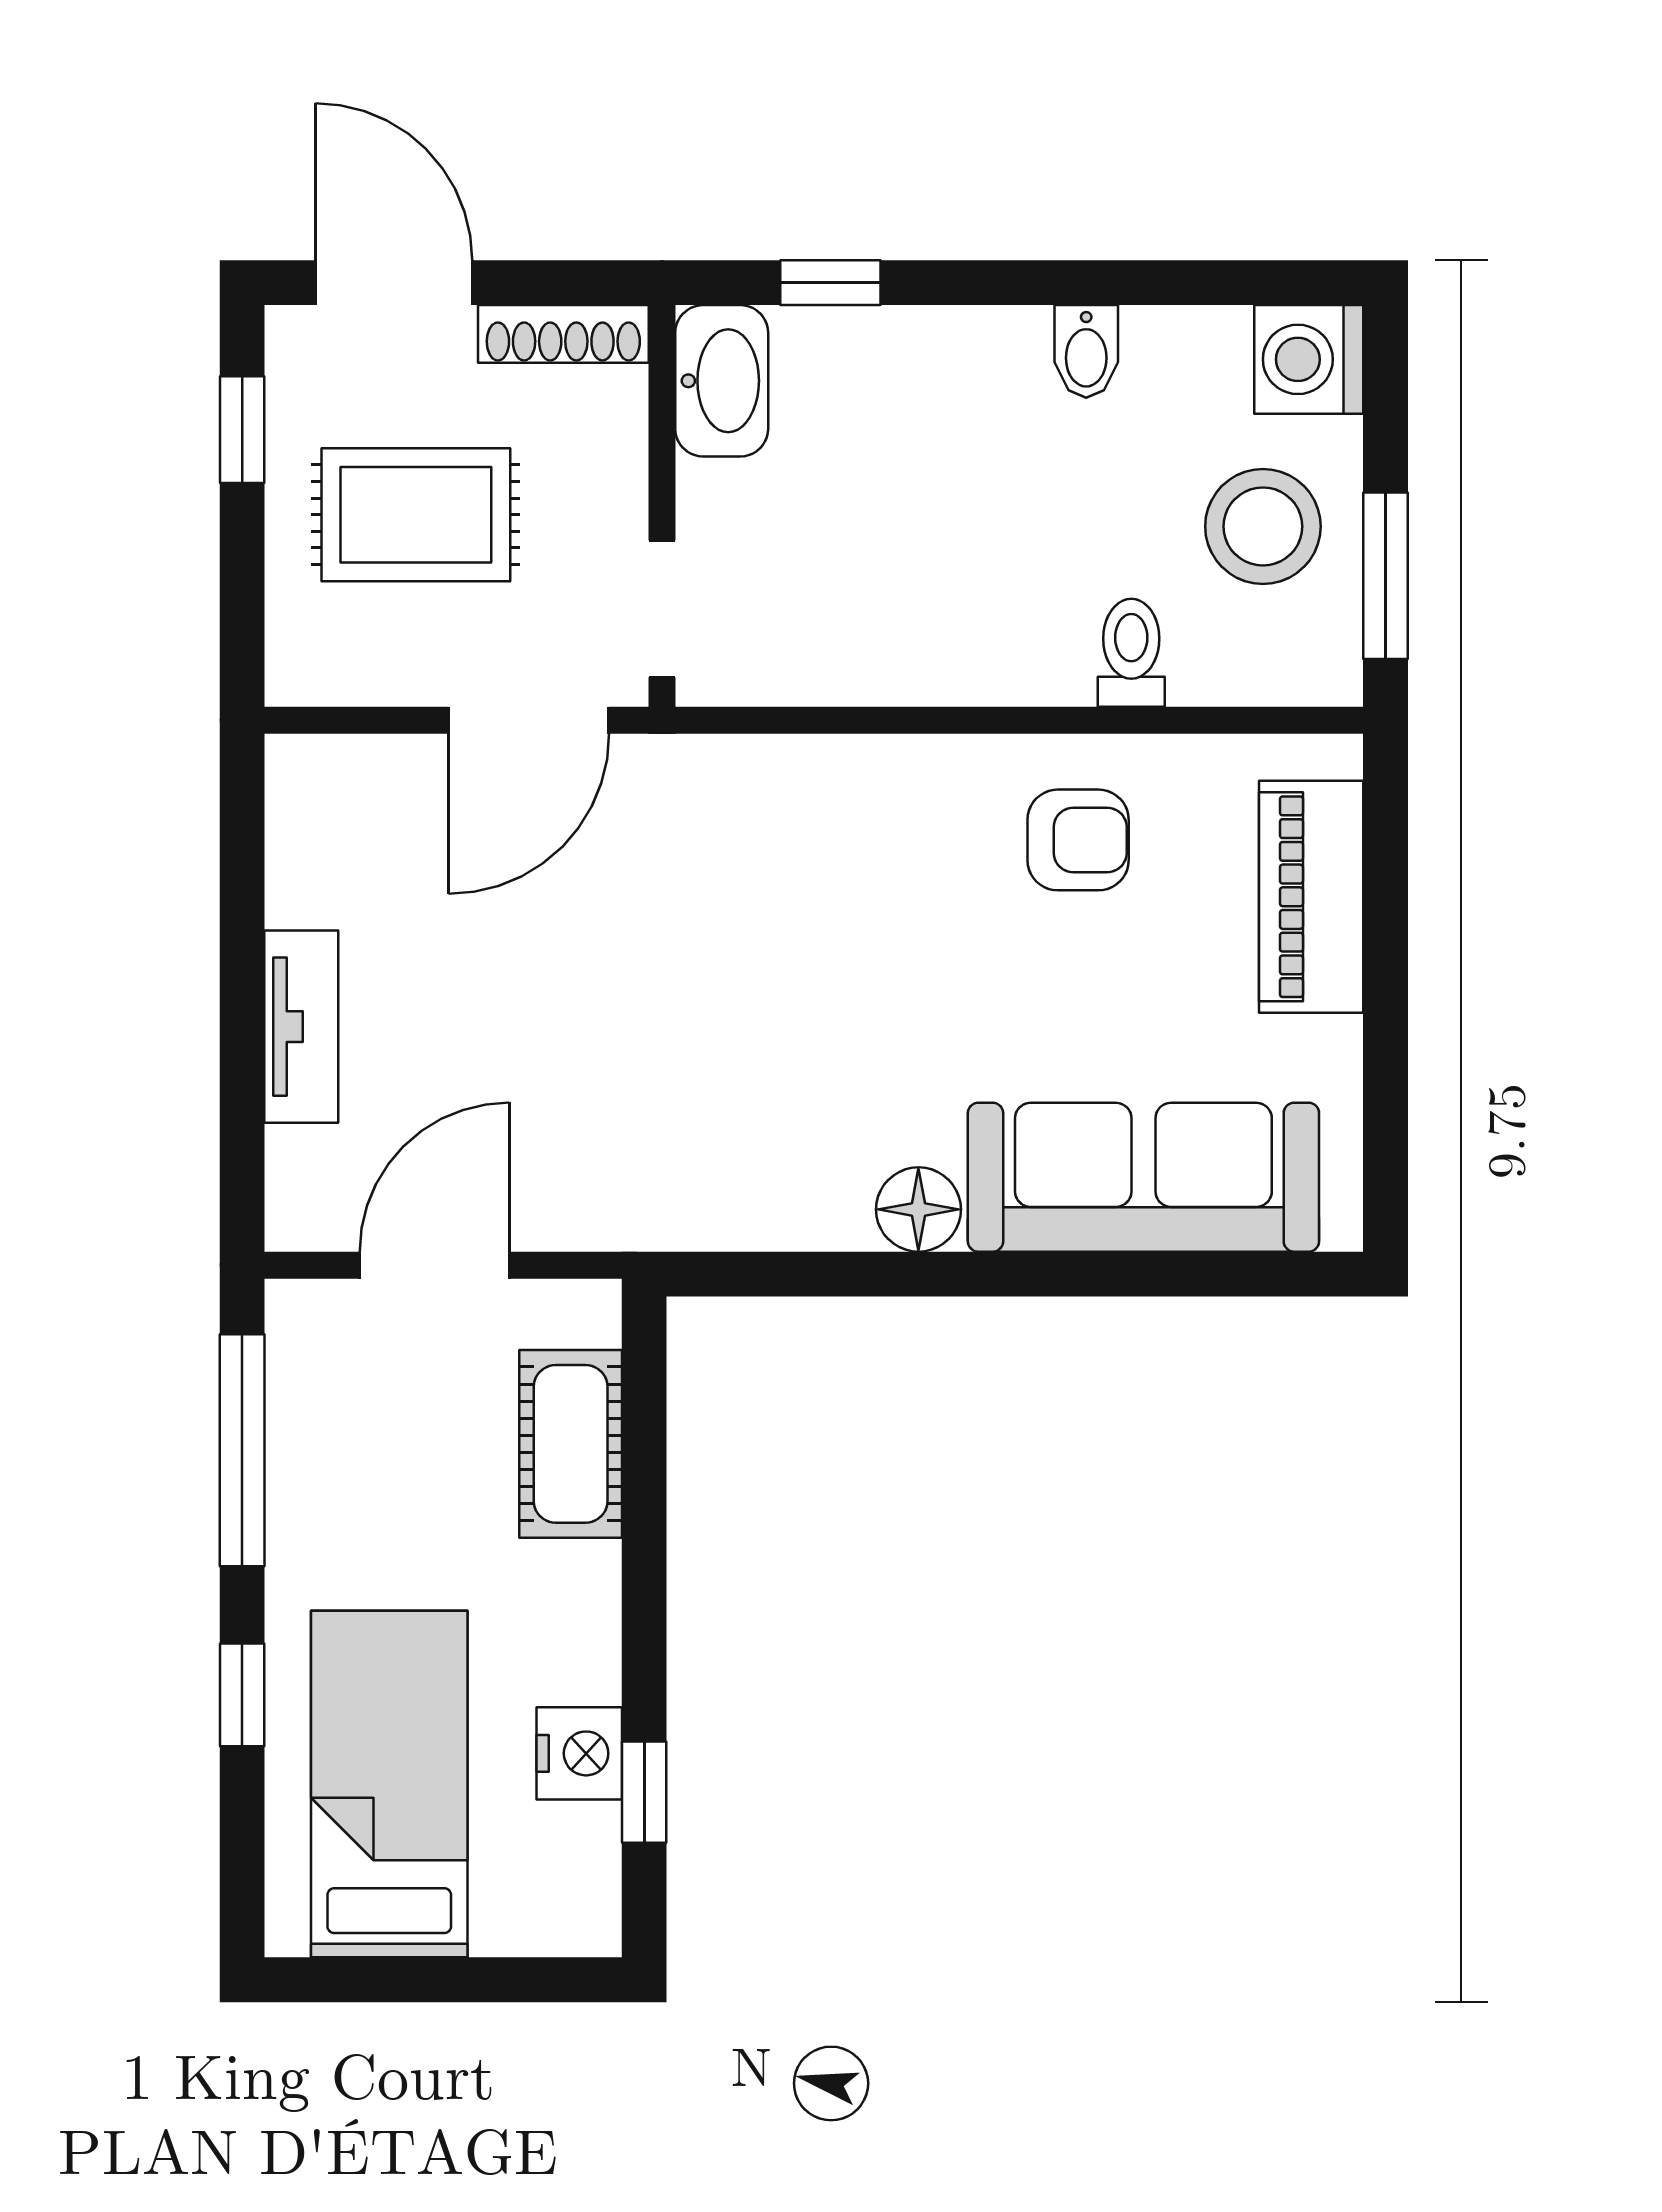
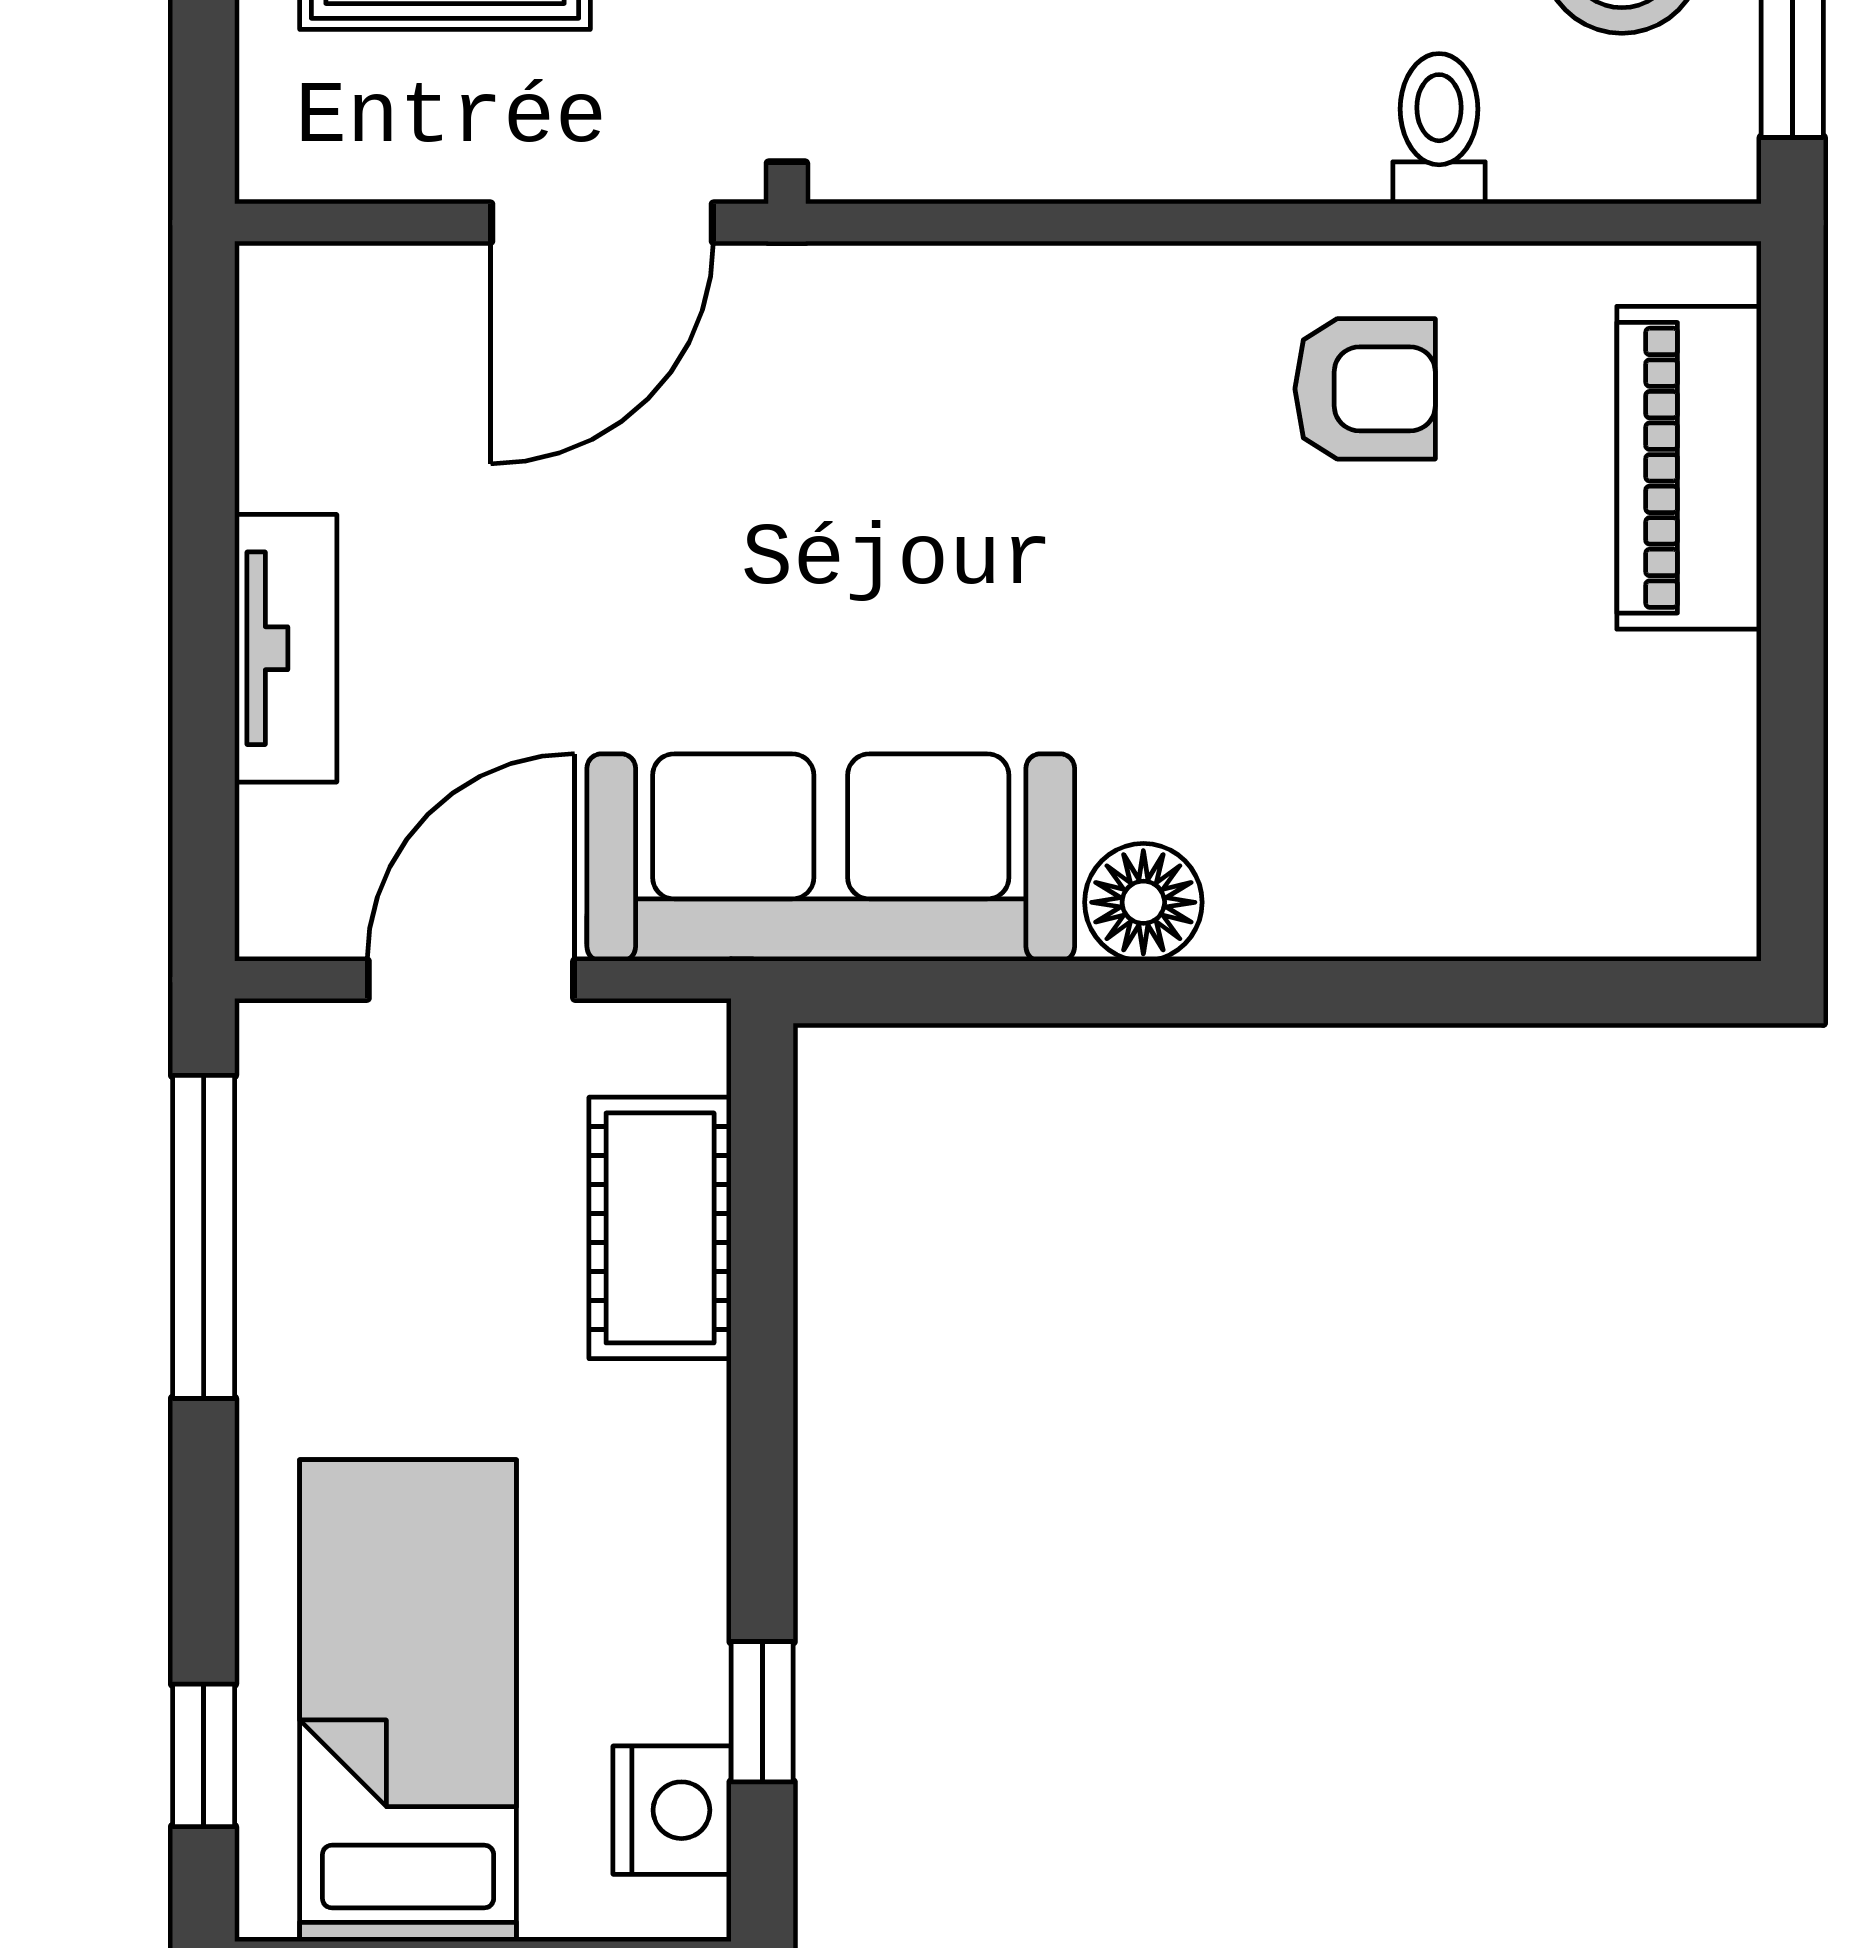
sofa: (1143, 1177) -> (831, 857), moved
window: (242, 1695) -> (204, 1755), moved
nightstand: (579, 1753) -> (672, 1810), moved

